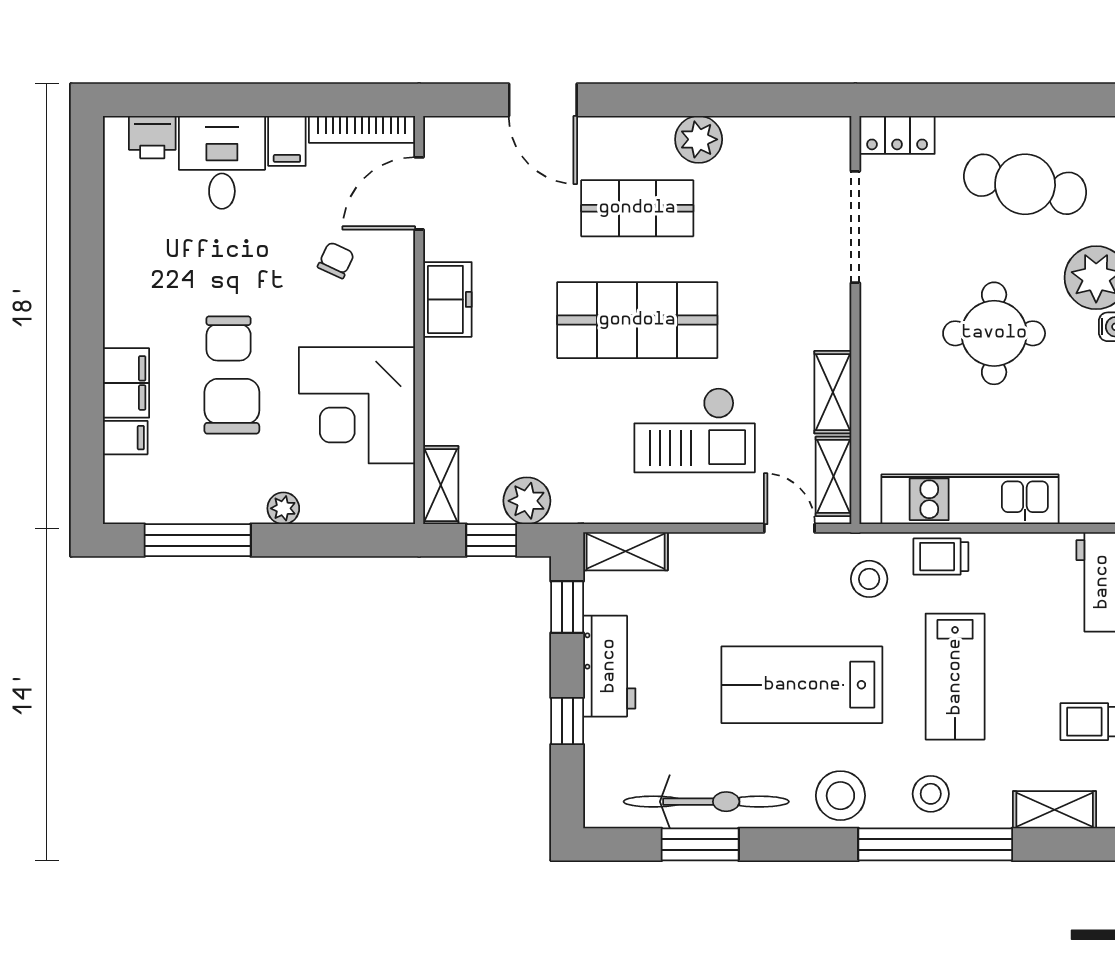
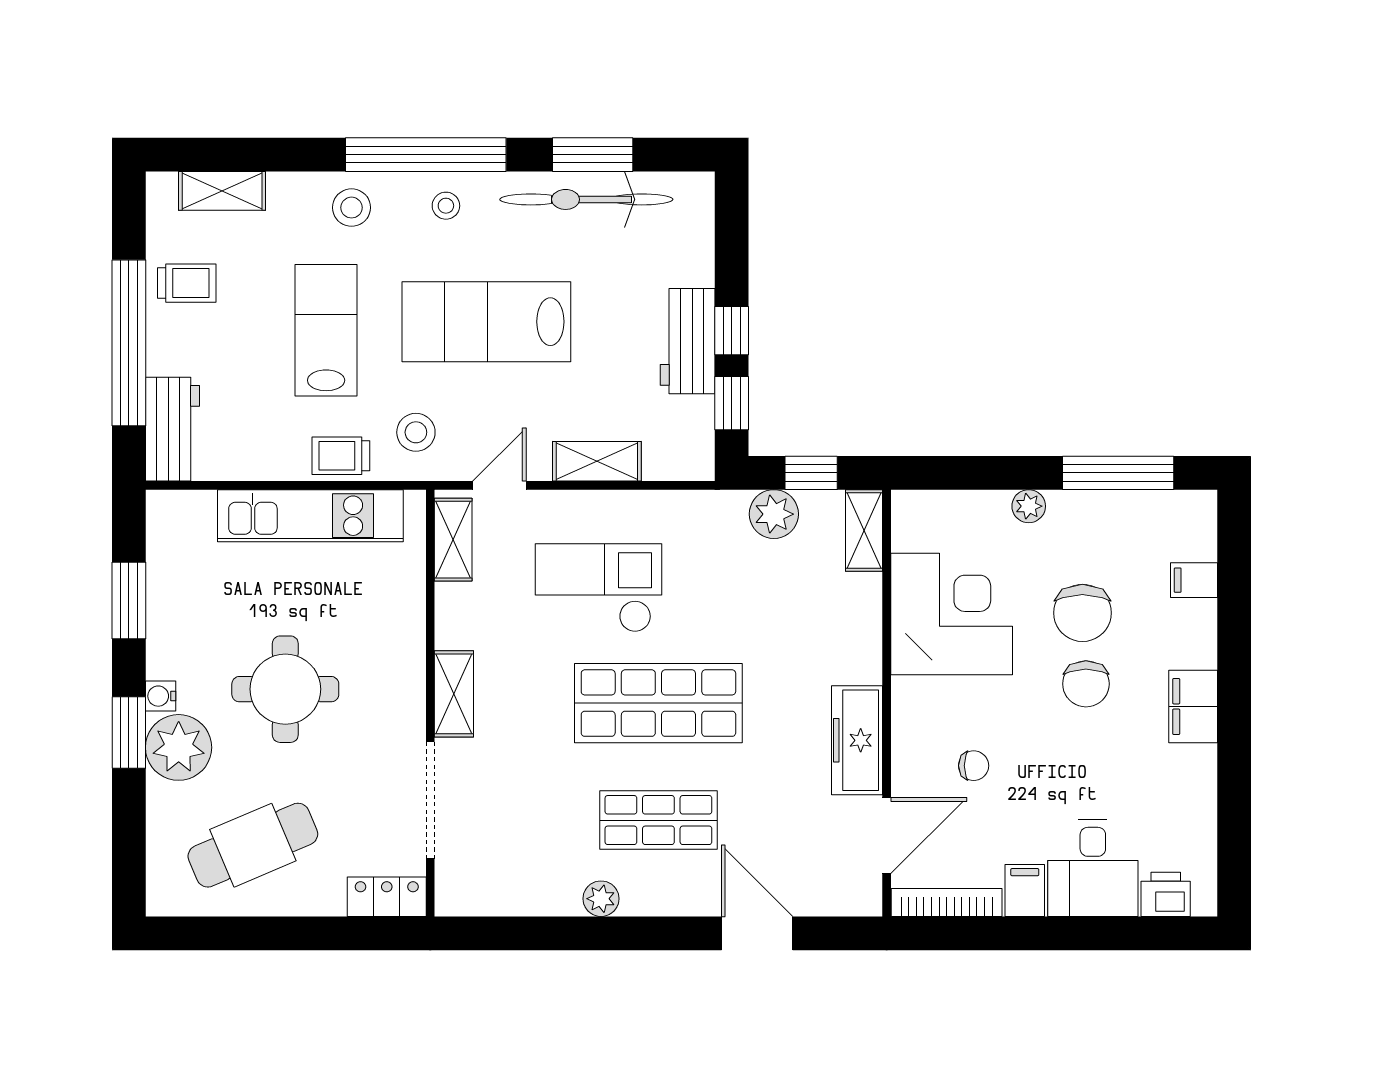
plant: (699, 139) -> (601, 899), width x0.73, depth x0.73
cafe table: (1025, 184) -> (253, 845), turned -35
chair: (336, 260) -> (974, 766), turned -115
freezer: (447, 299) -> (857, 740), width x1.40
chair: (229, 338) -> (1086, 684), turned 180
filing cabinet: (126, 383) -> (1193, 706), moved
shelving: (833, 392) -> (454, 694), moved
door: (789, 528) -> (499, 485), swing flipped
shelving: (626, 551) -> (597, 461), moved
trolley: (941, 557) -> (341, 456), turned 180
lab bench: (802, 685) -> (486, 322), turned 180
window: (567, 721) -> (732, 331), moved
stool: (840, 796) -> (446, 206), width x0.53, depth x0.53
window: (935, 844) -> (426, 155), moved

